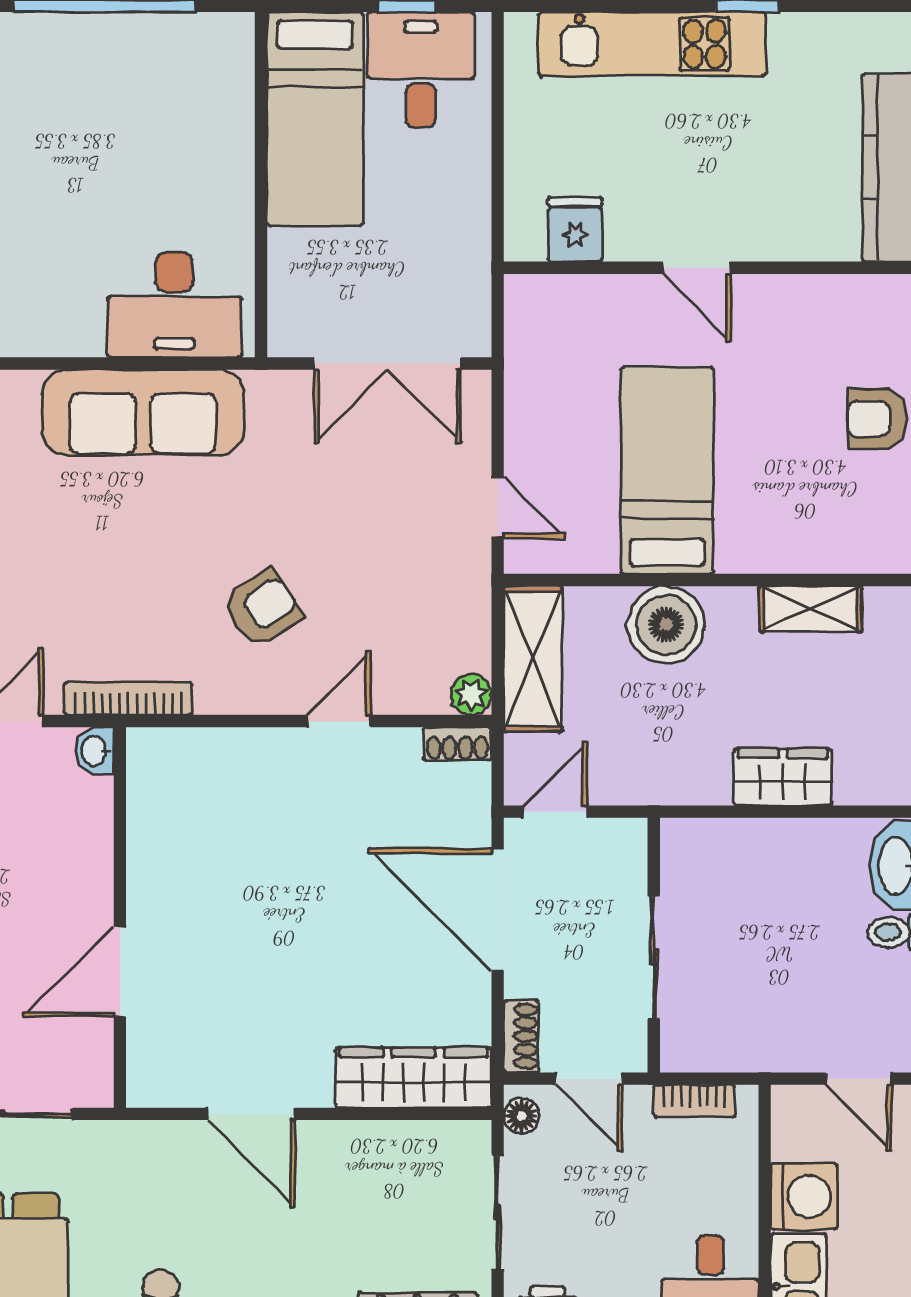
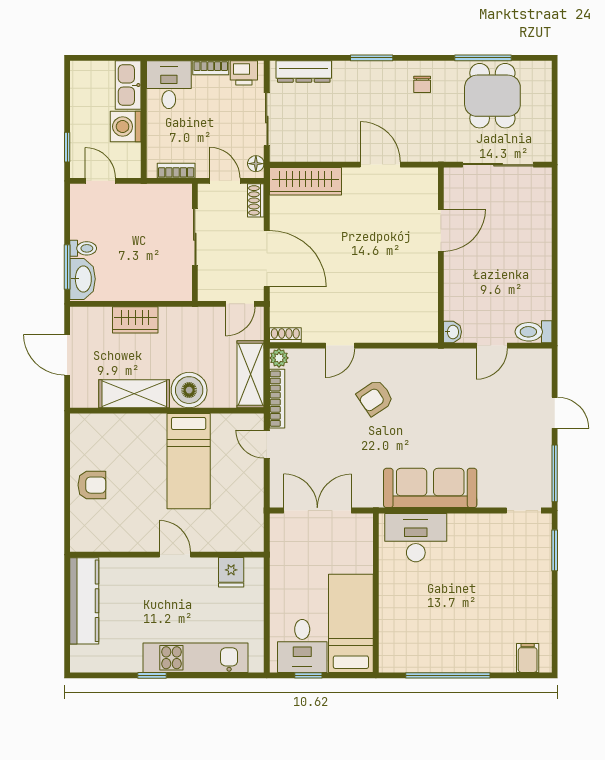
shelving: (811, 609) -> (134, 394), width x1.50, depth x1.33
bookcase: (128, 699) -> (277, 399), moved, turned -90

